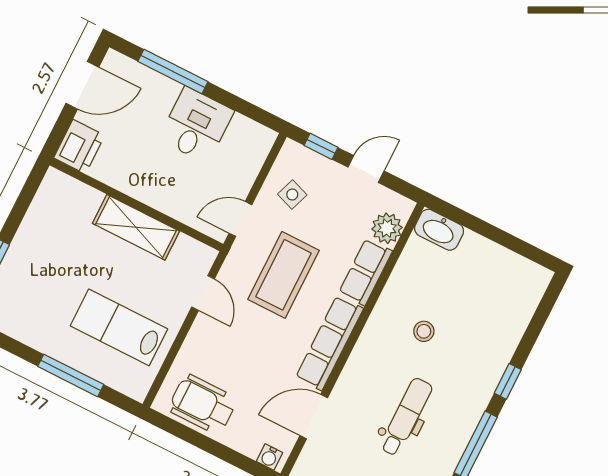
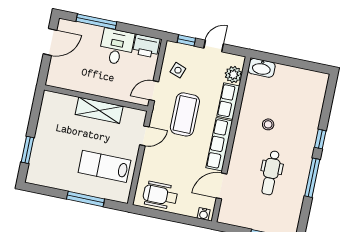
printer: (79, 147) -> (146, 46), moved, turned 90
door: (203, 293) -> (144, 136), hinge flipped
dental chair: (406, 417) -> (271, 173), turned 180

